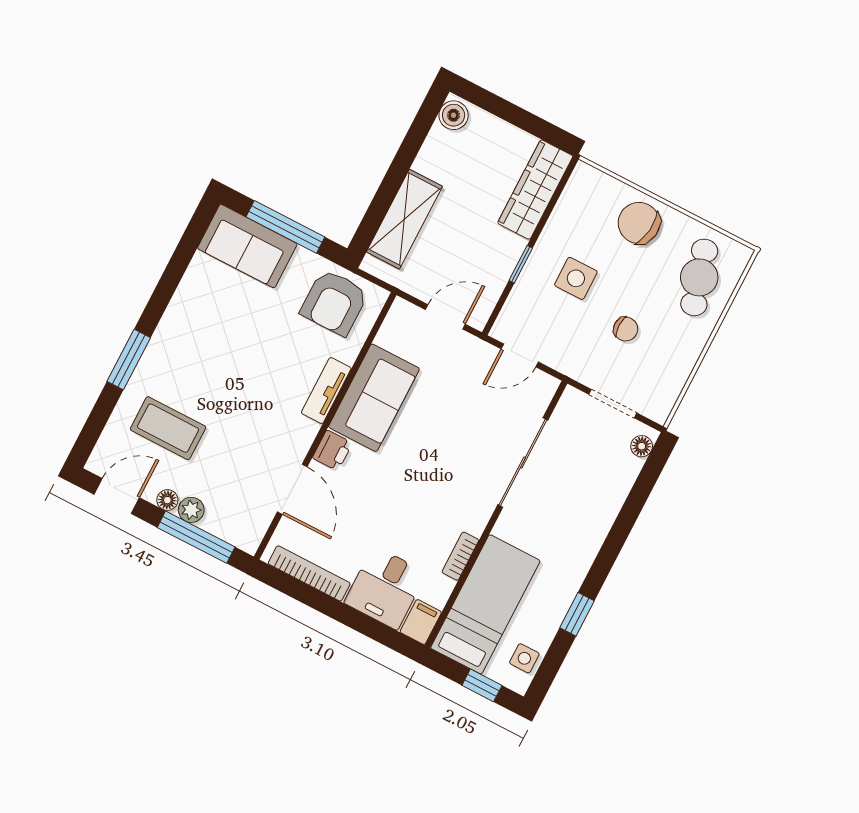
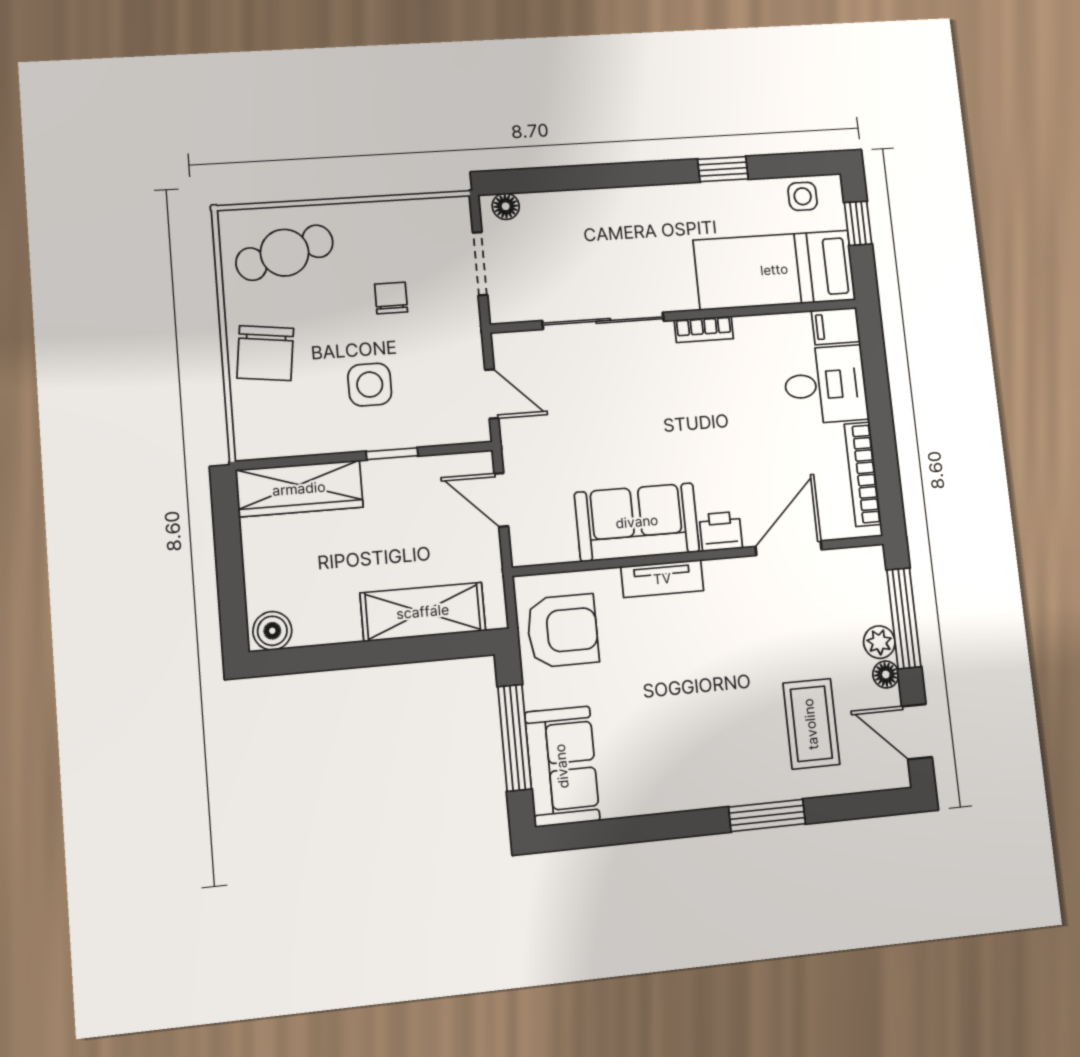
bookcase: (460, 556) -> (704, 329), moved

